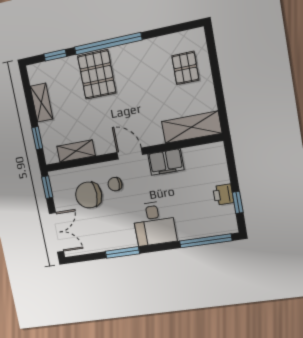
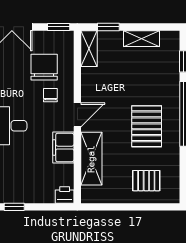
pallet: (97, 74) -> (147, 126), moved, turned 90
shelving: (192, 127) -> (91, 159), moved
shelving: (76, 151) -> (89, 49), moved
printer: (223, 195) -> (65, 195), moved

